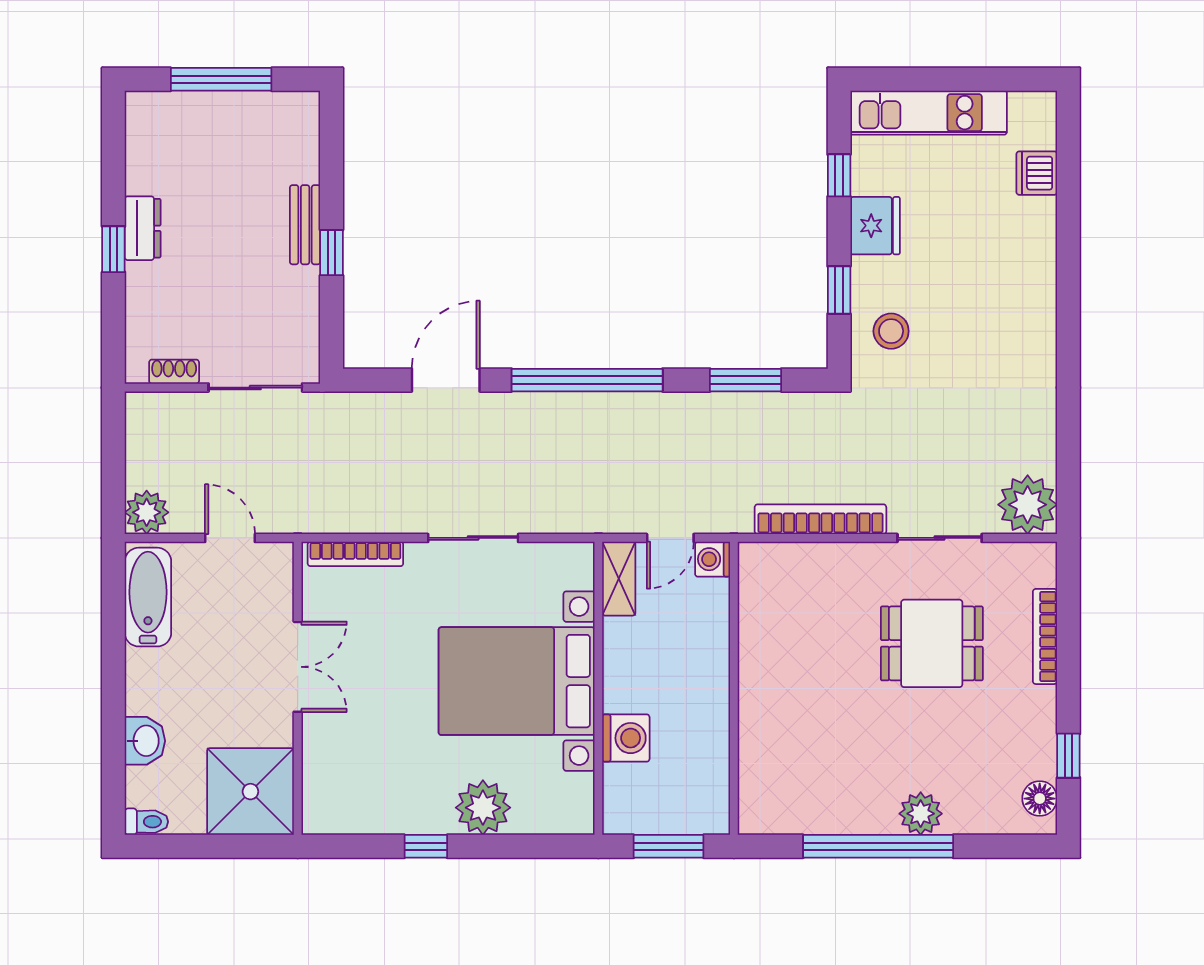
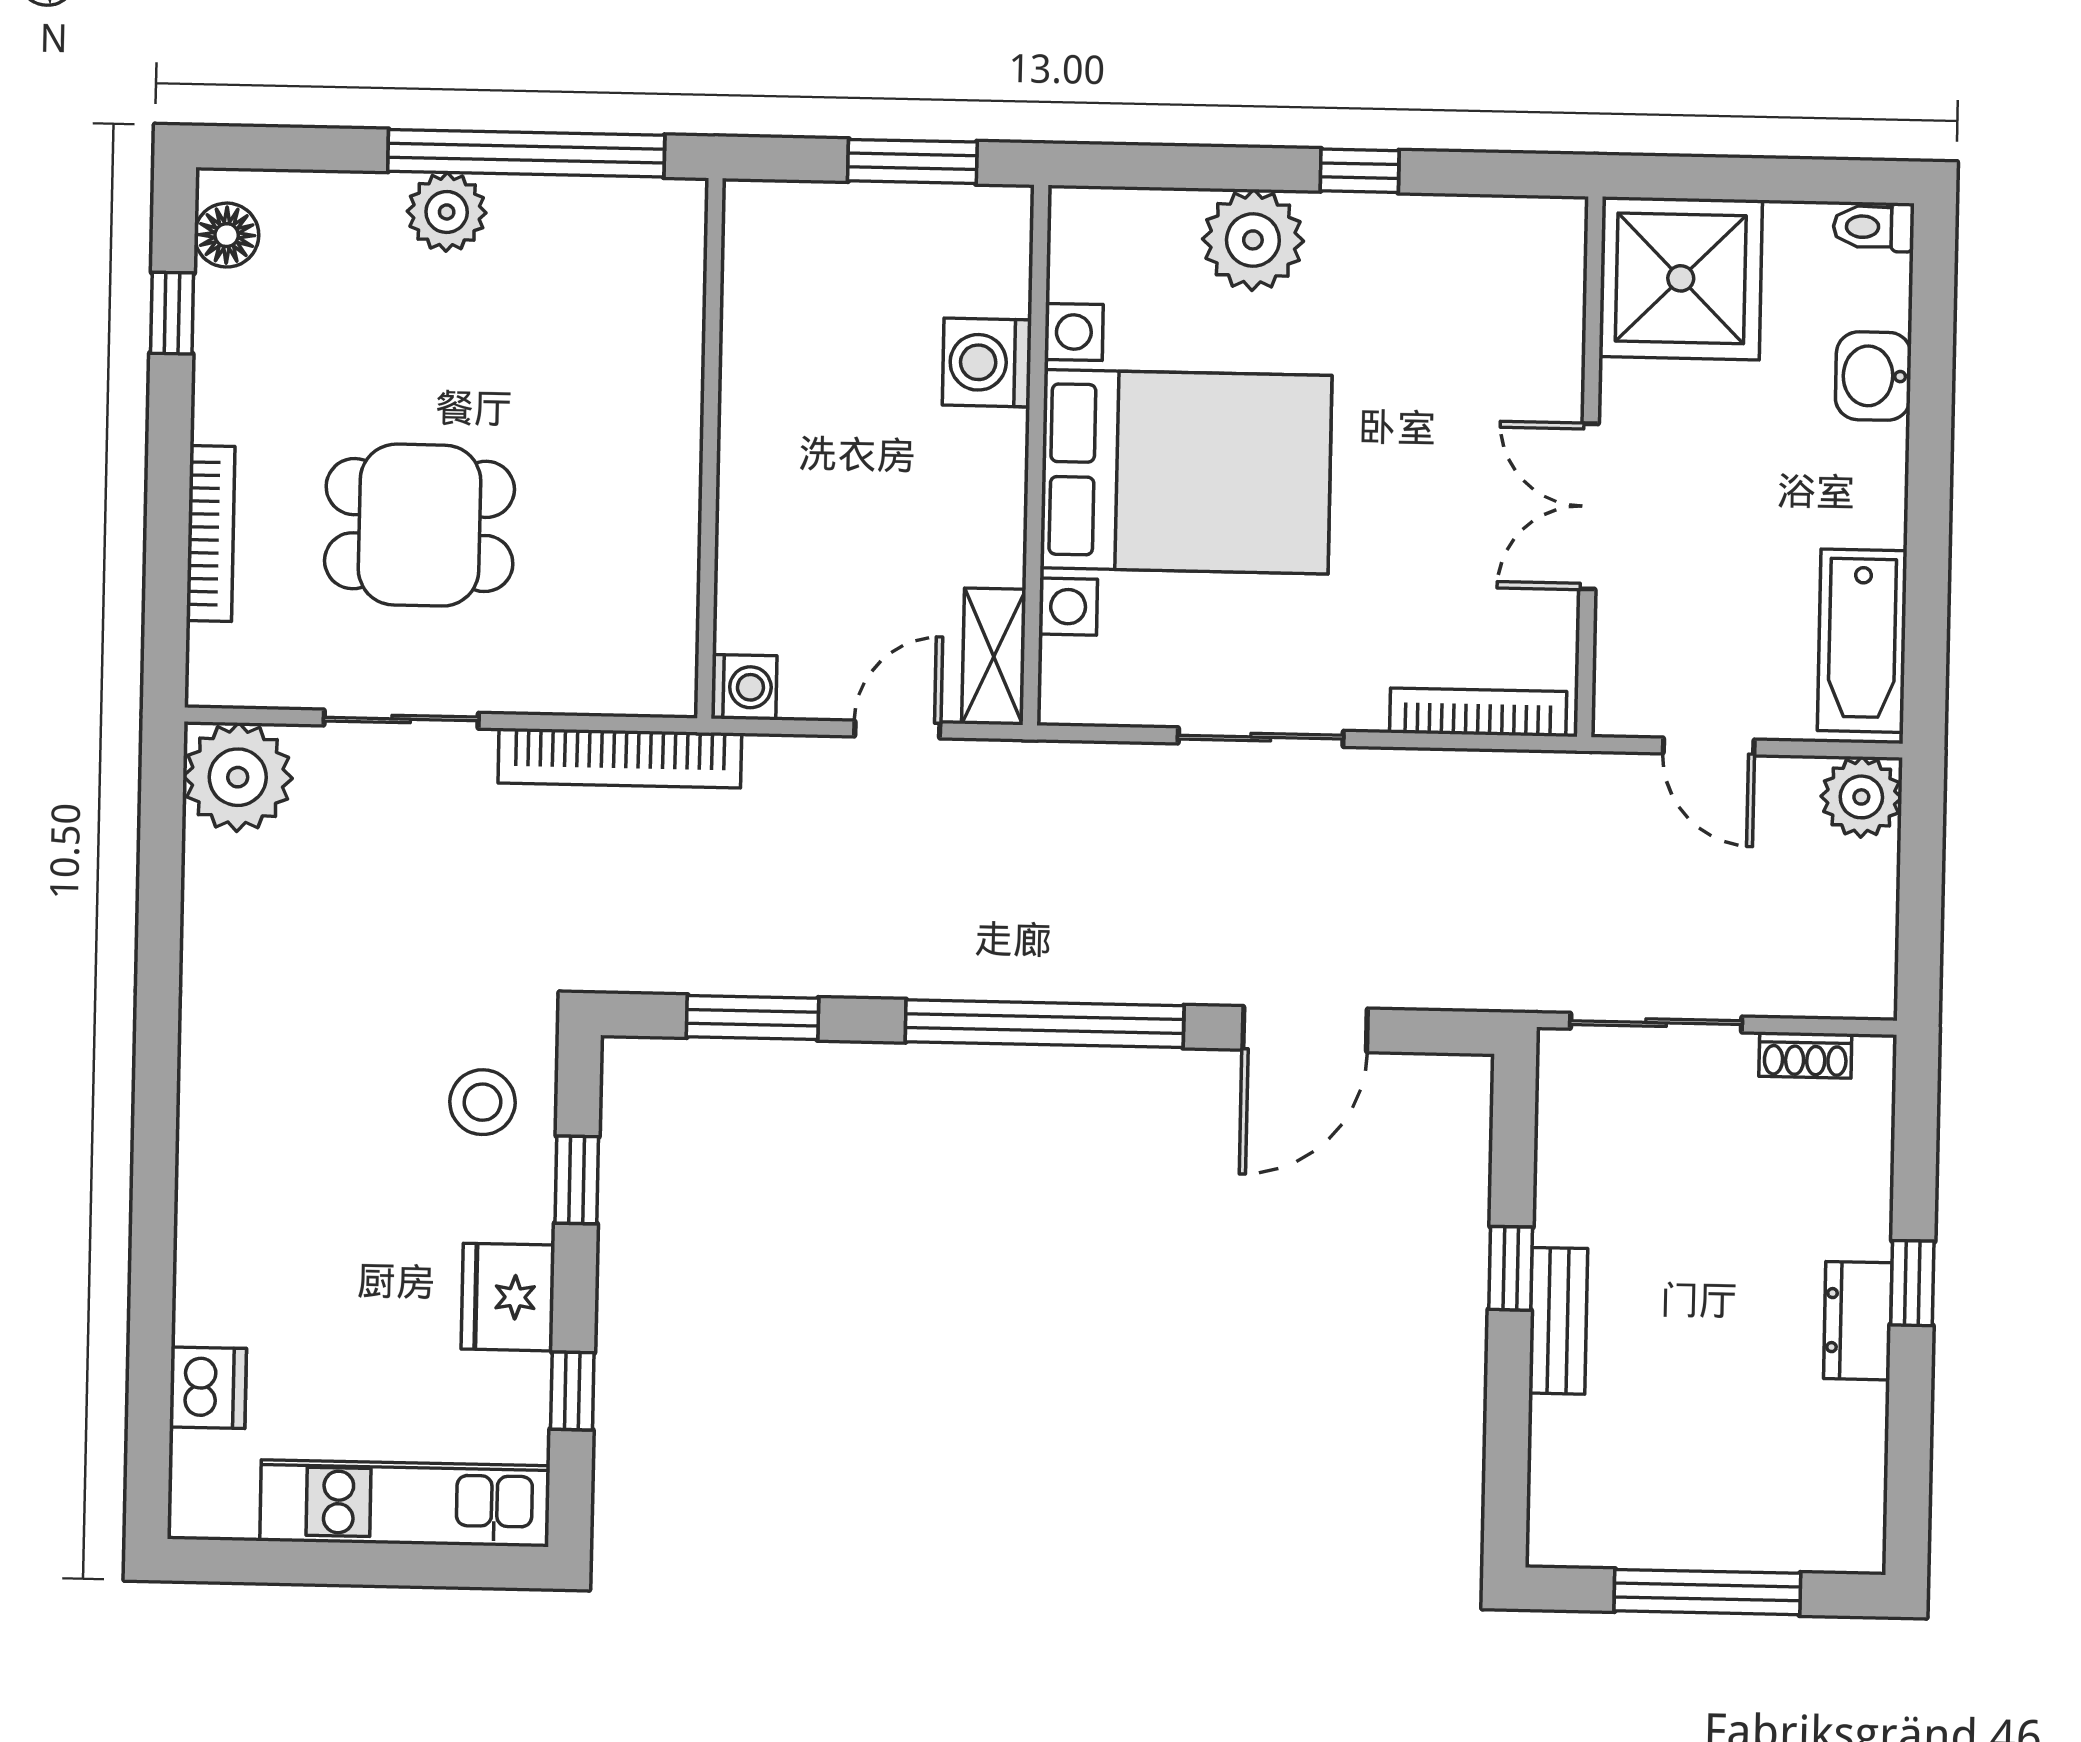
washing machine: (713, 559) -> (744, 687), moved
wall: (734, 688) -> (710, 448), moved

